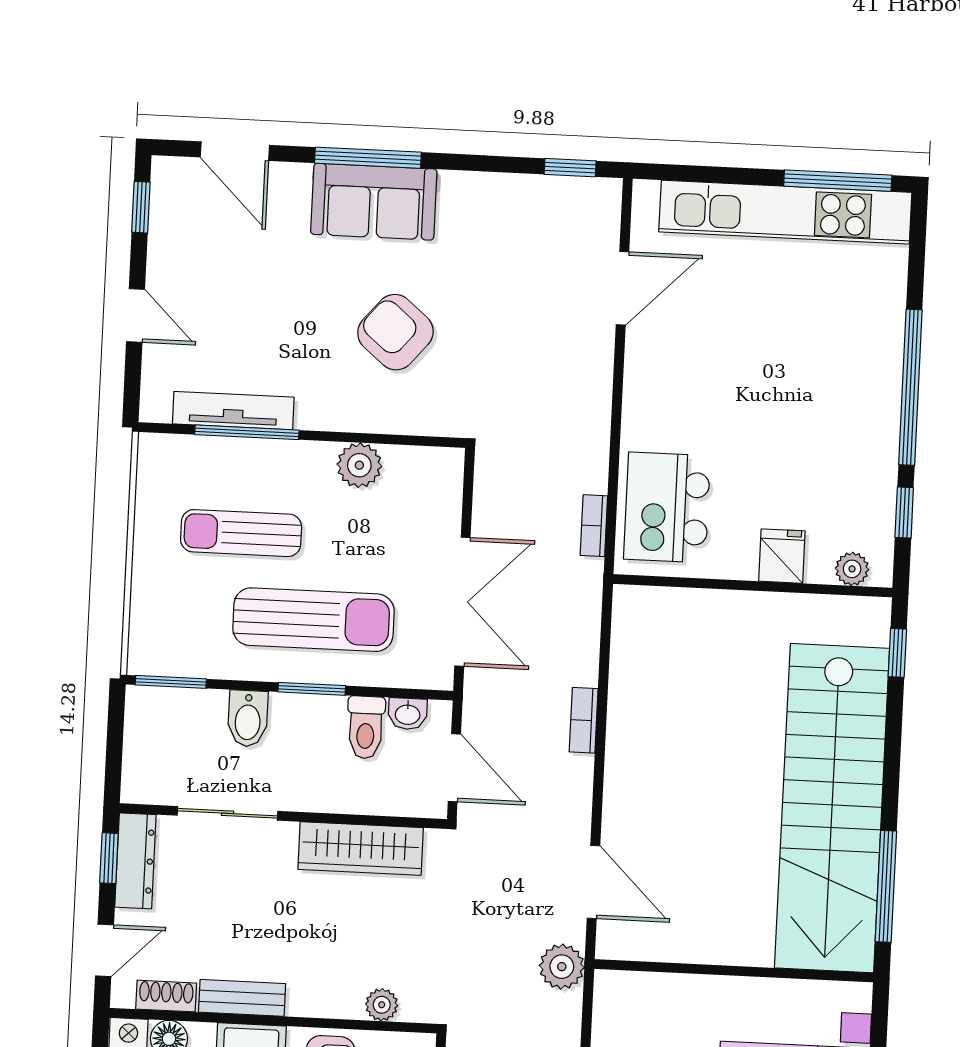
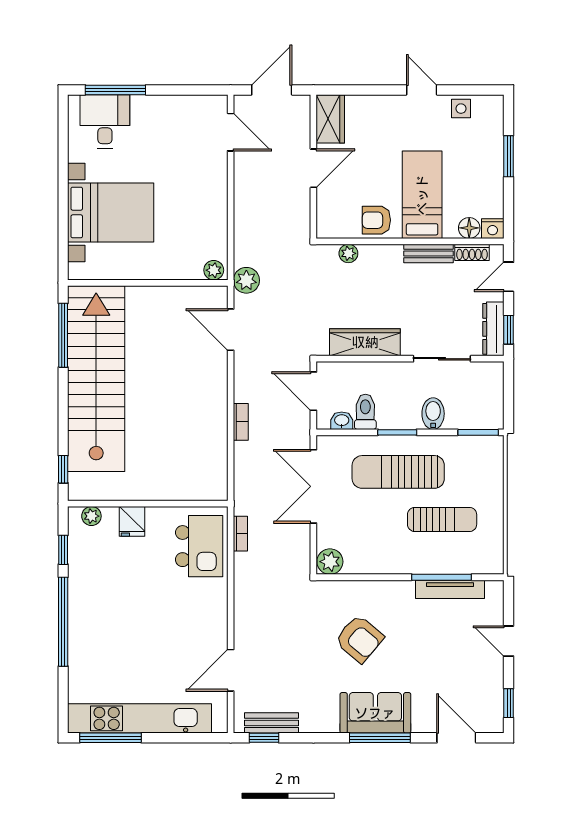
bench: (556, 193) -> (271, 723), added
plant: (359, 465) -> (330, 562), moved
plant: (618, 987) -> (214, 270), added

